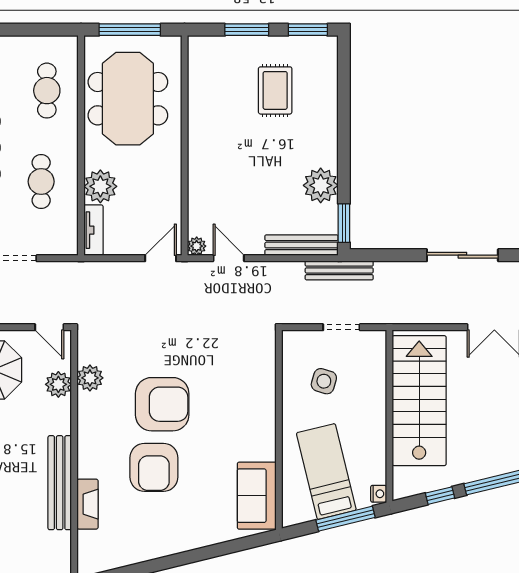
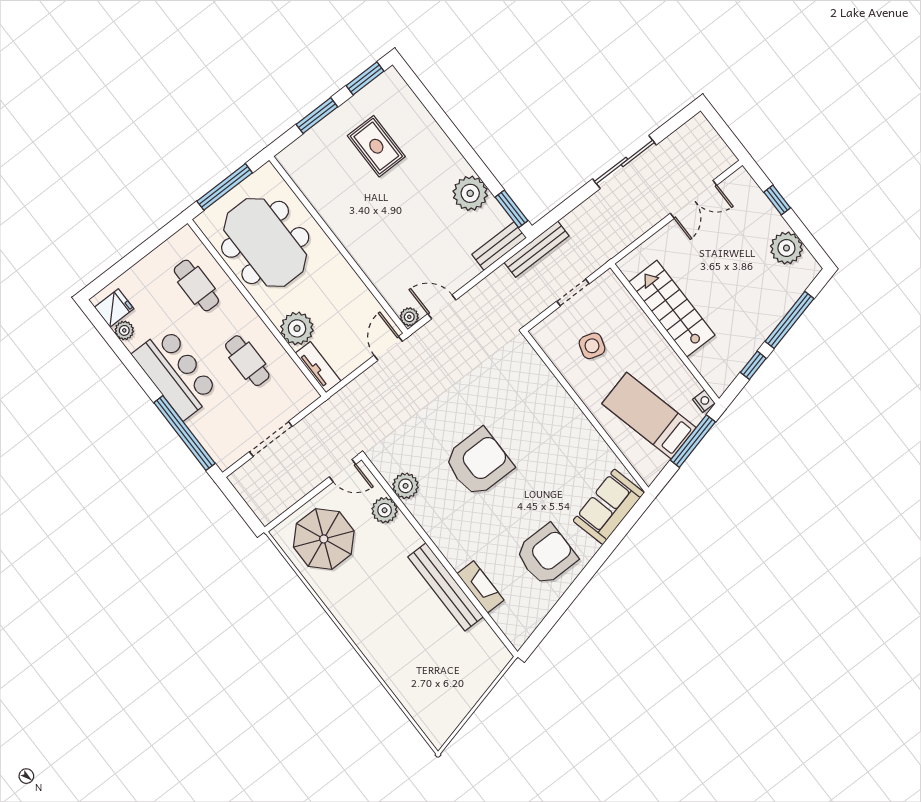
bench: (302, 245) -> (499, 246), width x0.73
stairs: (419, 401) -> (672, 309), width x0.73, depth x0.66
armchair: (154, 467) -> (546, 555), moved, turned -90
sofa: (257, 496) -> (609, 507), moved, turned 76

